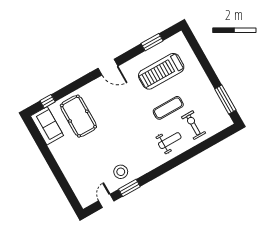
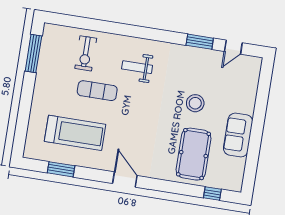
sofa: (47, 126) -> (238, 135), moved
weight bench: (170, 141) -> (137, 67), moved
stool: (121, 172) -> (195, 103), moved

